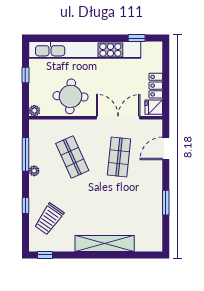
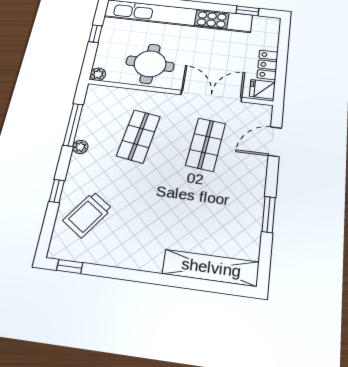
shop shelf: (72, 157) -> (138, 136), turned 33
shelving: (105, 243) -> (211, 268), moved

